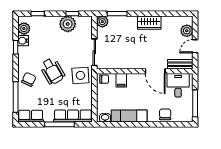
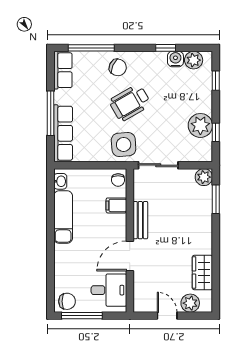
wardrobe: (149, 23) -> (202, 272), moved
bench: (180, 64) -> (140, 220), moved
chair: (165, 114) -> (67, 301), moved

